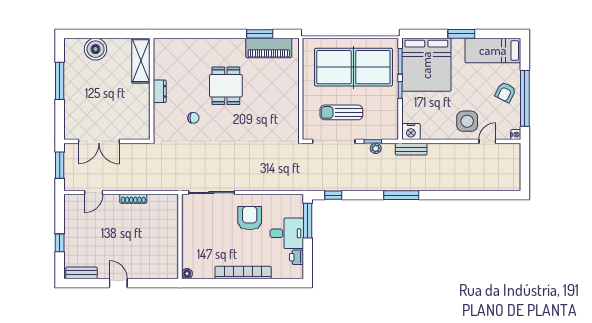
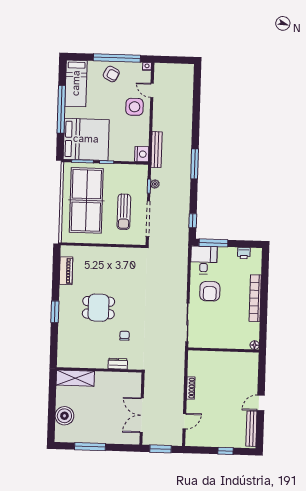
window: (260, 34) -> (55, 312), moved
window: (461, 34) -> (61, 109), width x2.11
piano: (269, 48) -> (66, 271), width x0.73, depth x0.75
dresser: (160, 91) -> (118, 364), moved
double door: (99, 141) -> (142, 415), swing flipped
bench: (411, 149) -> (157, 150), width x1.36
door: (94, 193) -> (184, 421), hinge flipped
armchair: (250, 218) -> (210, 291), turned -90
desk: (287, 233) -> (204, 260), moved
bench: (81, 273) -> (251, 429), width x1.36

